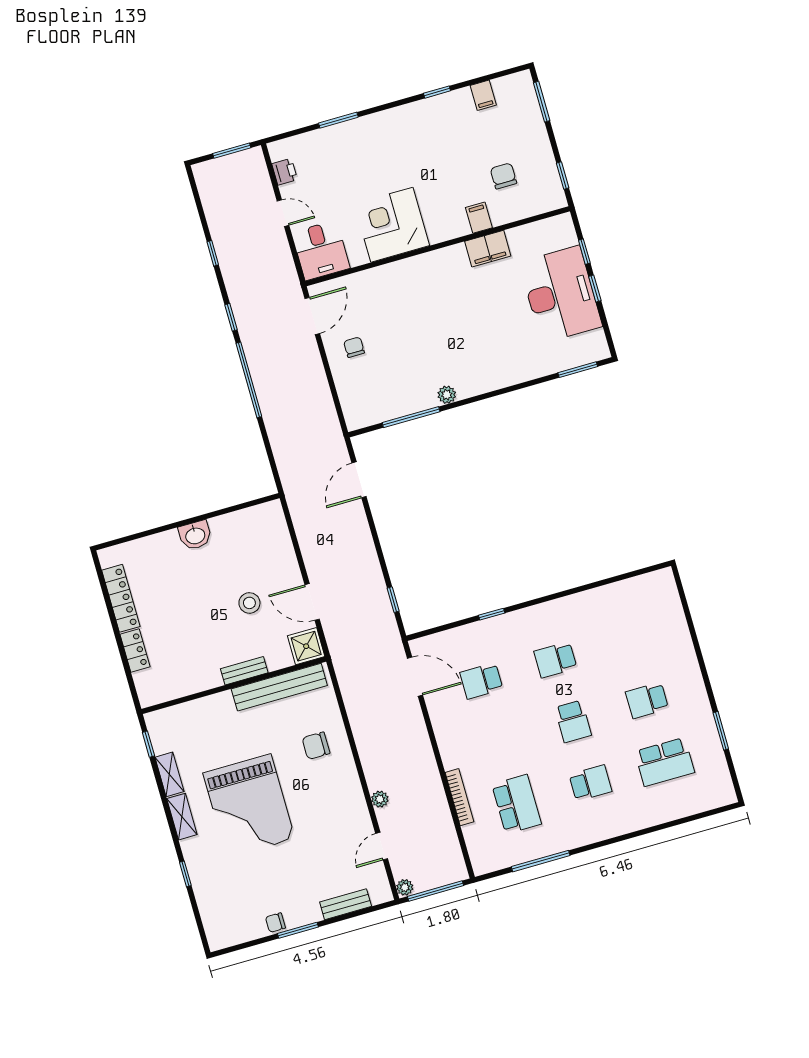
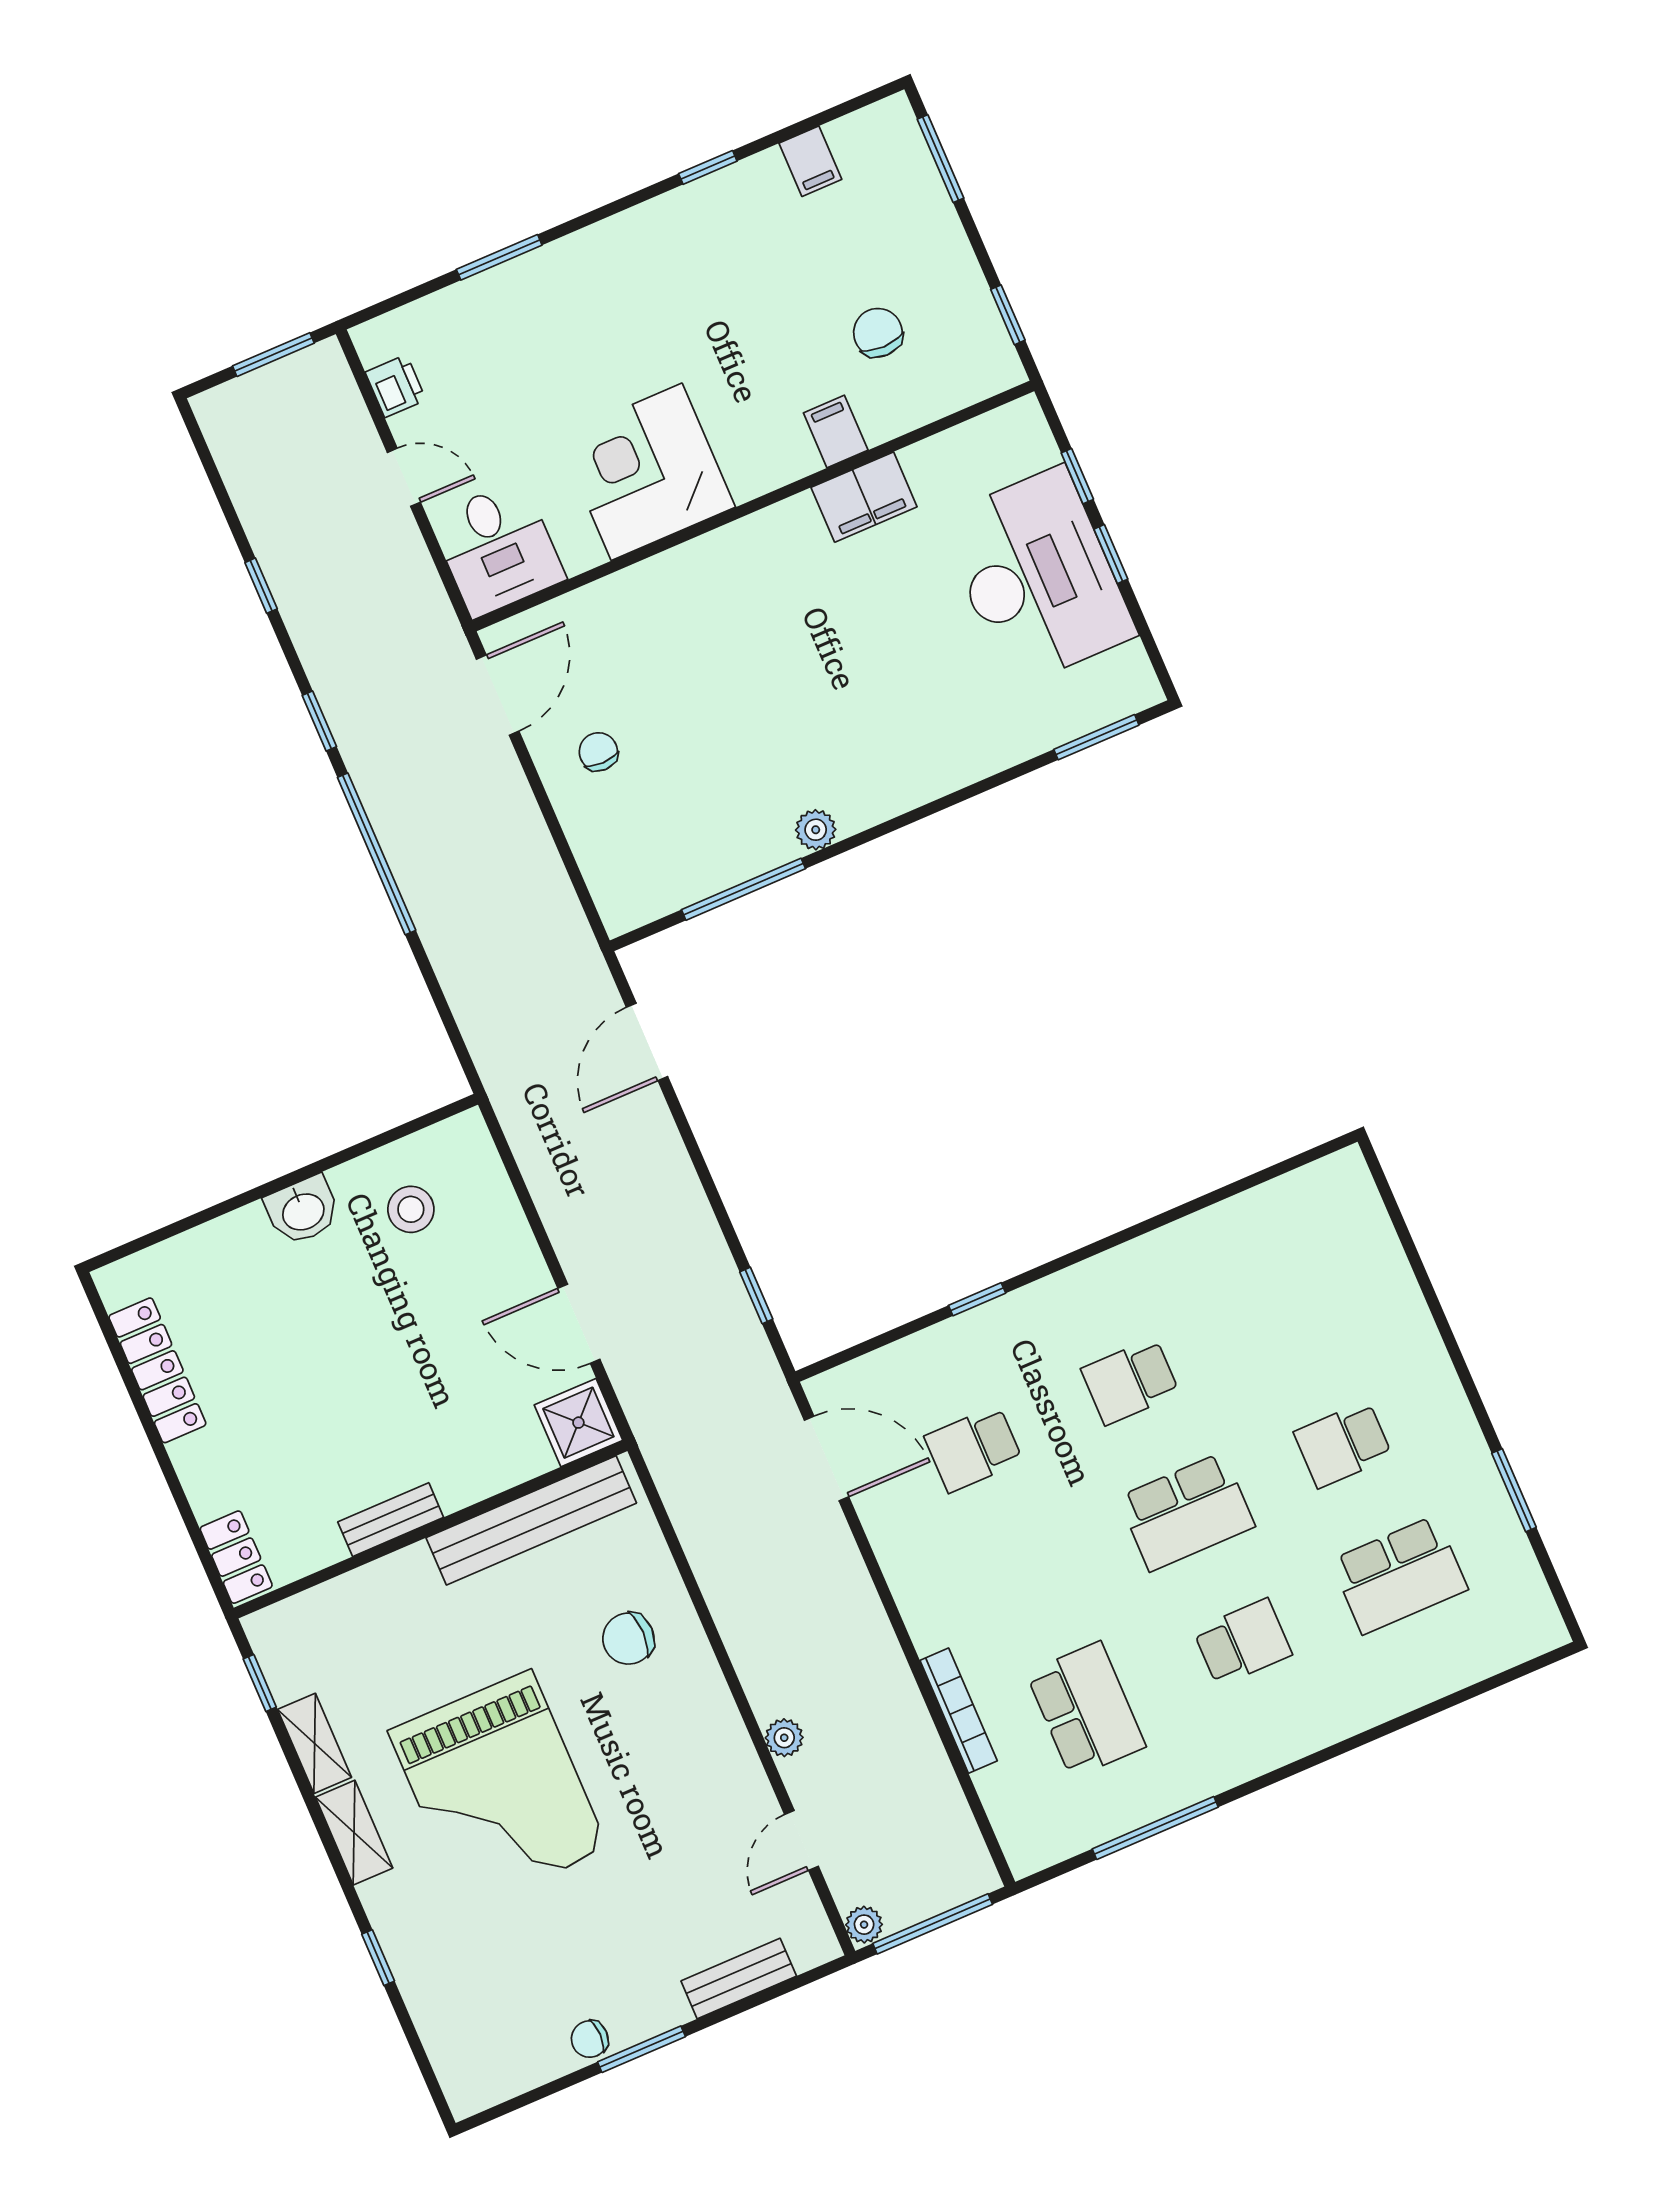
stool: (249, 603) -> (411, 1209), moved
locker: (135, 651) -> (236, 1557), moved
bench: (244, 671) -> (391, 1520), moved
school desk: (573, 721) -> (1186, 1512), width x1.85

